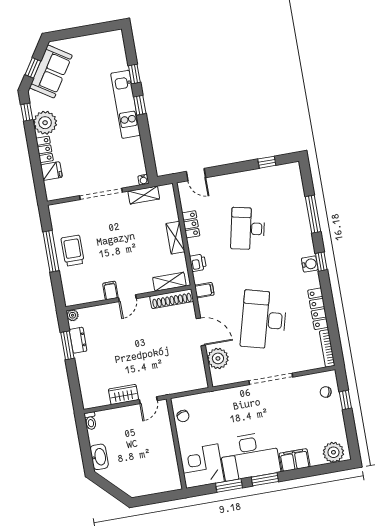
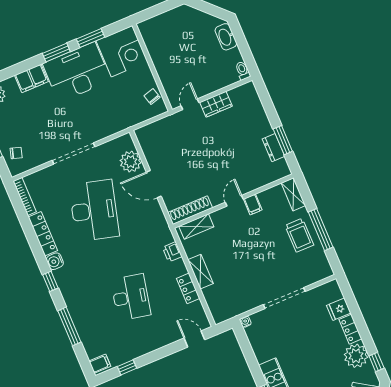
shelving: (144, 195) -> (293, 194), moved, turned 90
water cooler: (310, 264) -> (55, 261), moved
filing cabinet: (204, 290) -> (100, 364), moved, turned 180
plant: (73, 315) -> (285, 171), removed

